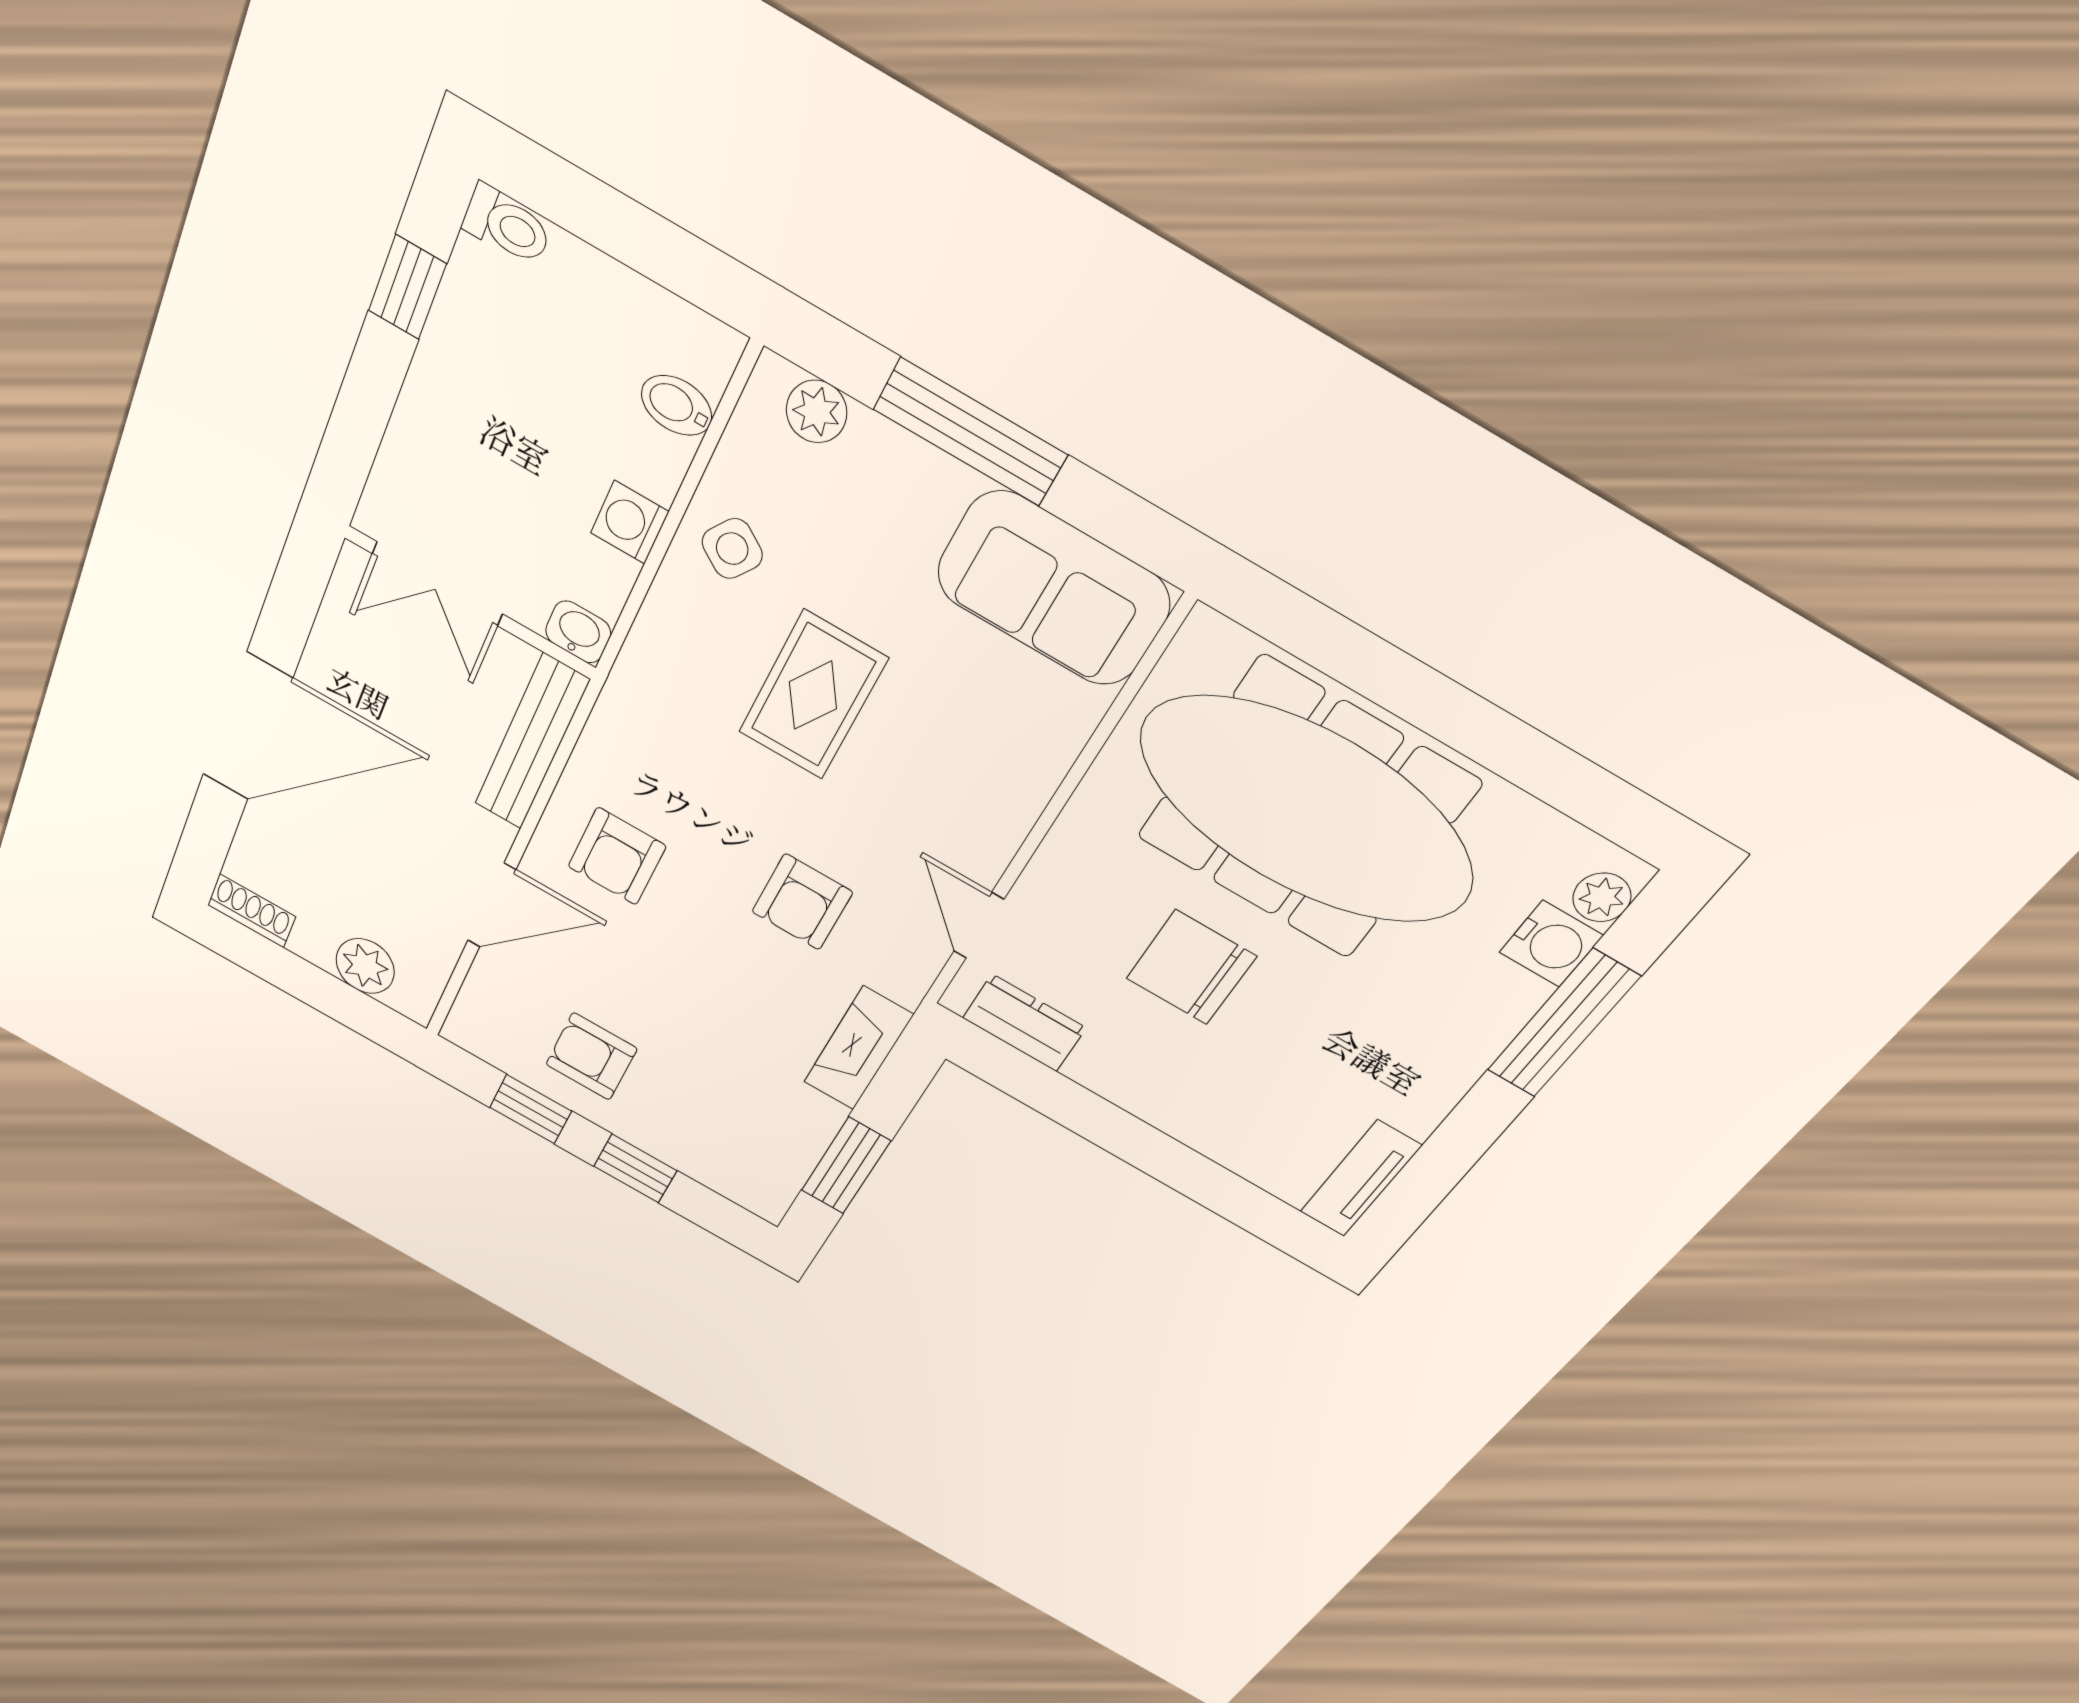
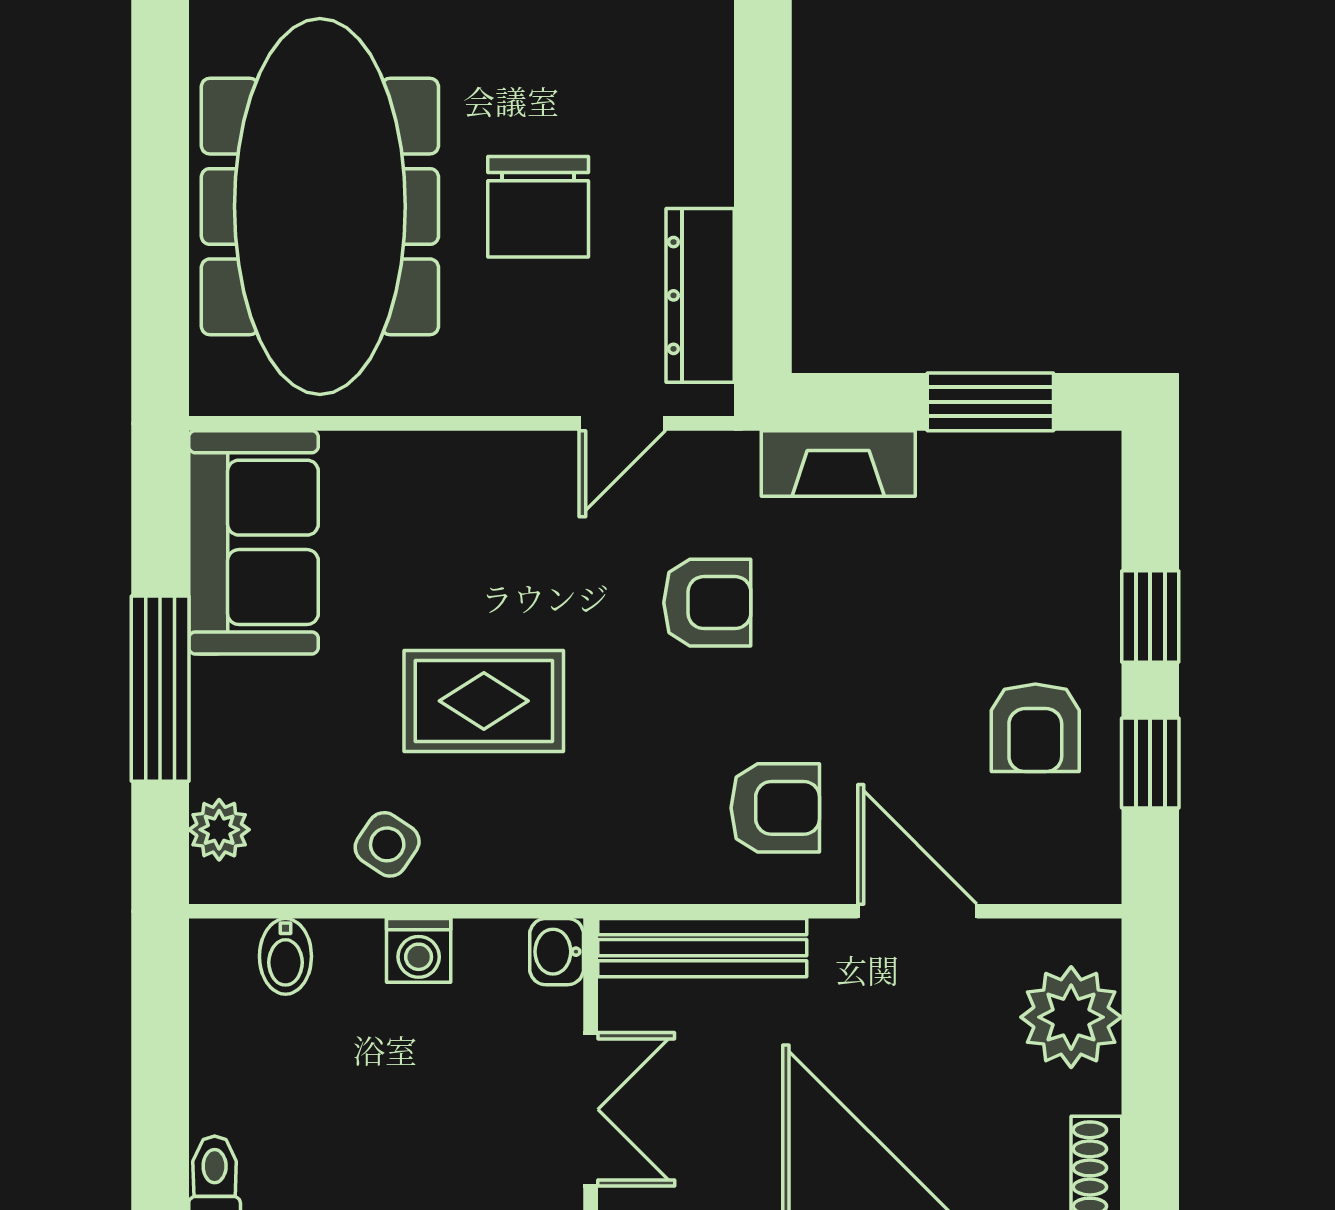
plant: (365, 966) -> (1071, 1017), width x1.36, depth x1.36
dresser: (1024, 1023) -> (700, 295), width x1.44

